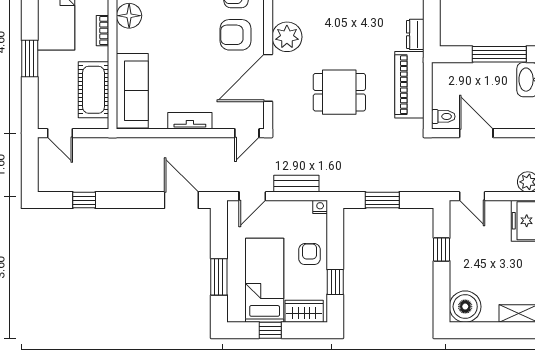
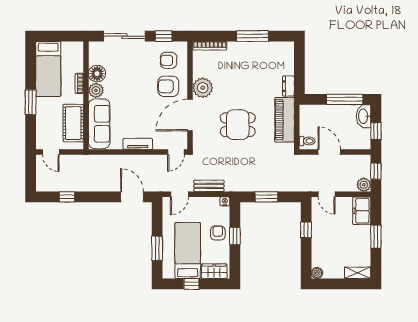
plant: (127, 41) -> (96, 90), added
window: (335, 282) -> (235, 236), moved
boiler: (465, 307) -> (317, 273), width x0.54, depth x0.54

